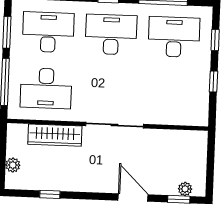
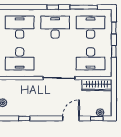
desk: (172, 93) -> (91, 59), added
wardrobe: (55, 135) -> (97, 85), moved
door: (133, 198) -> (71, 118), hinge flipped

